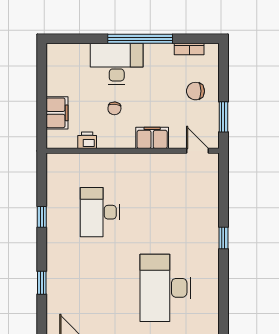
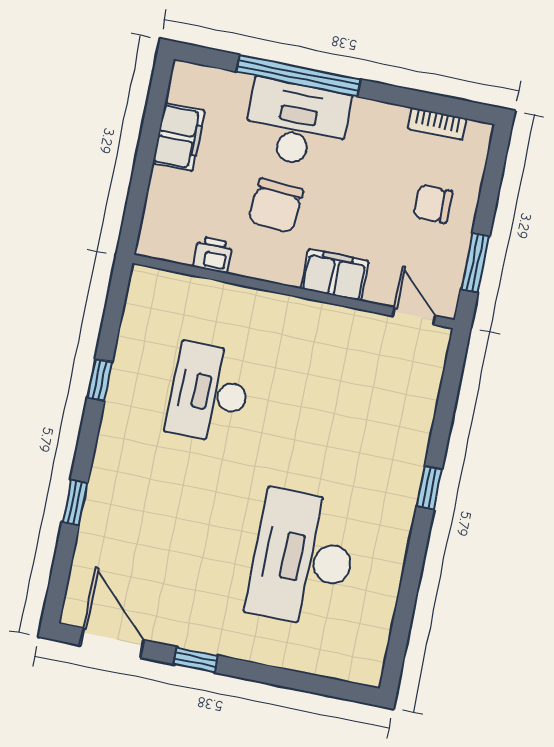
window: (140, 39) -> (298, 76), moved
chair: (114, 108) -> (276, 206), width x1.87, depth x1.87
filing cabinet: (57, 113) -> (179, 137), moved

